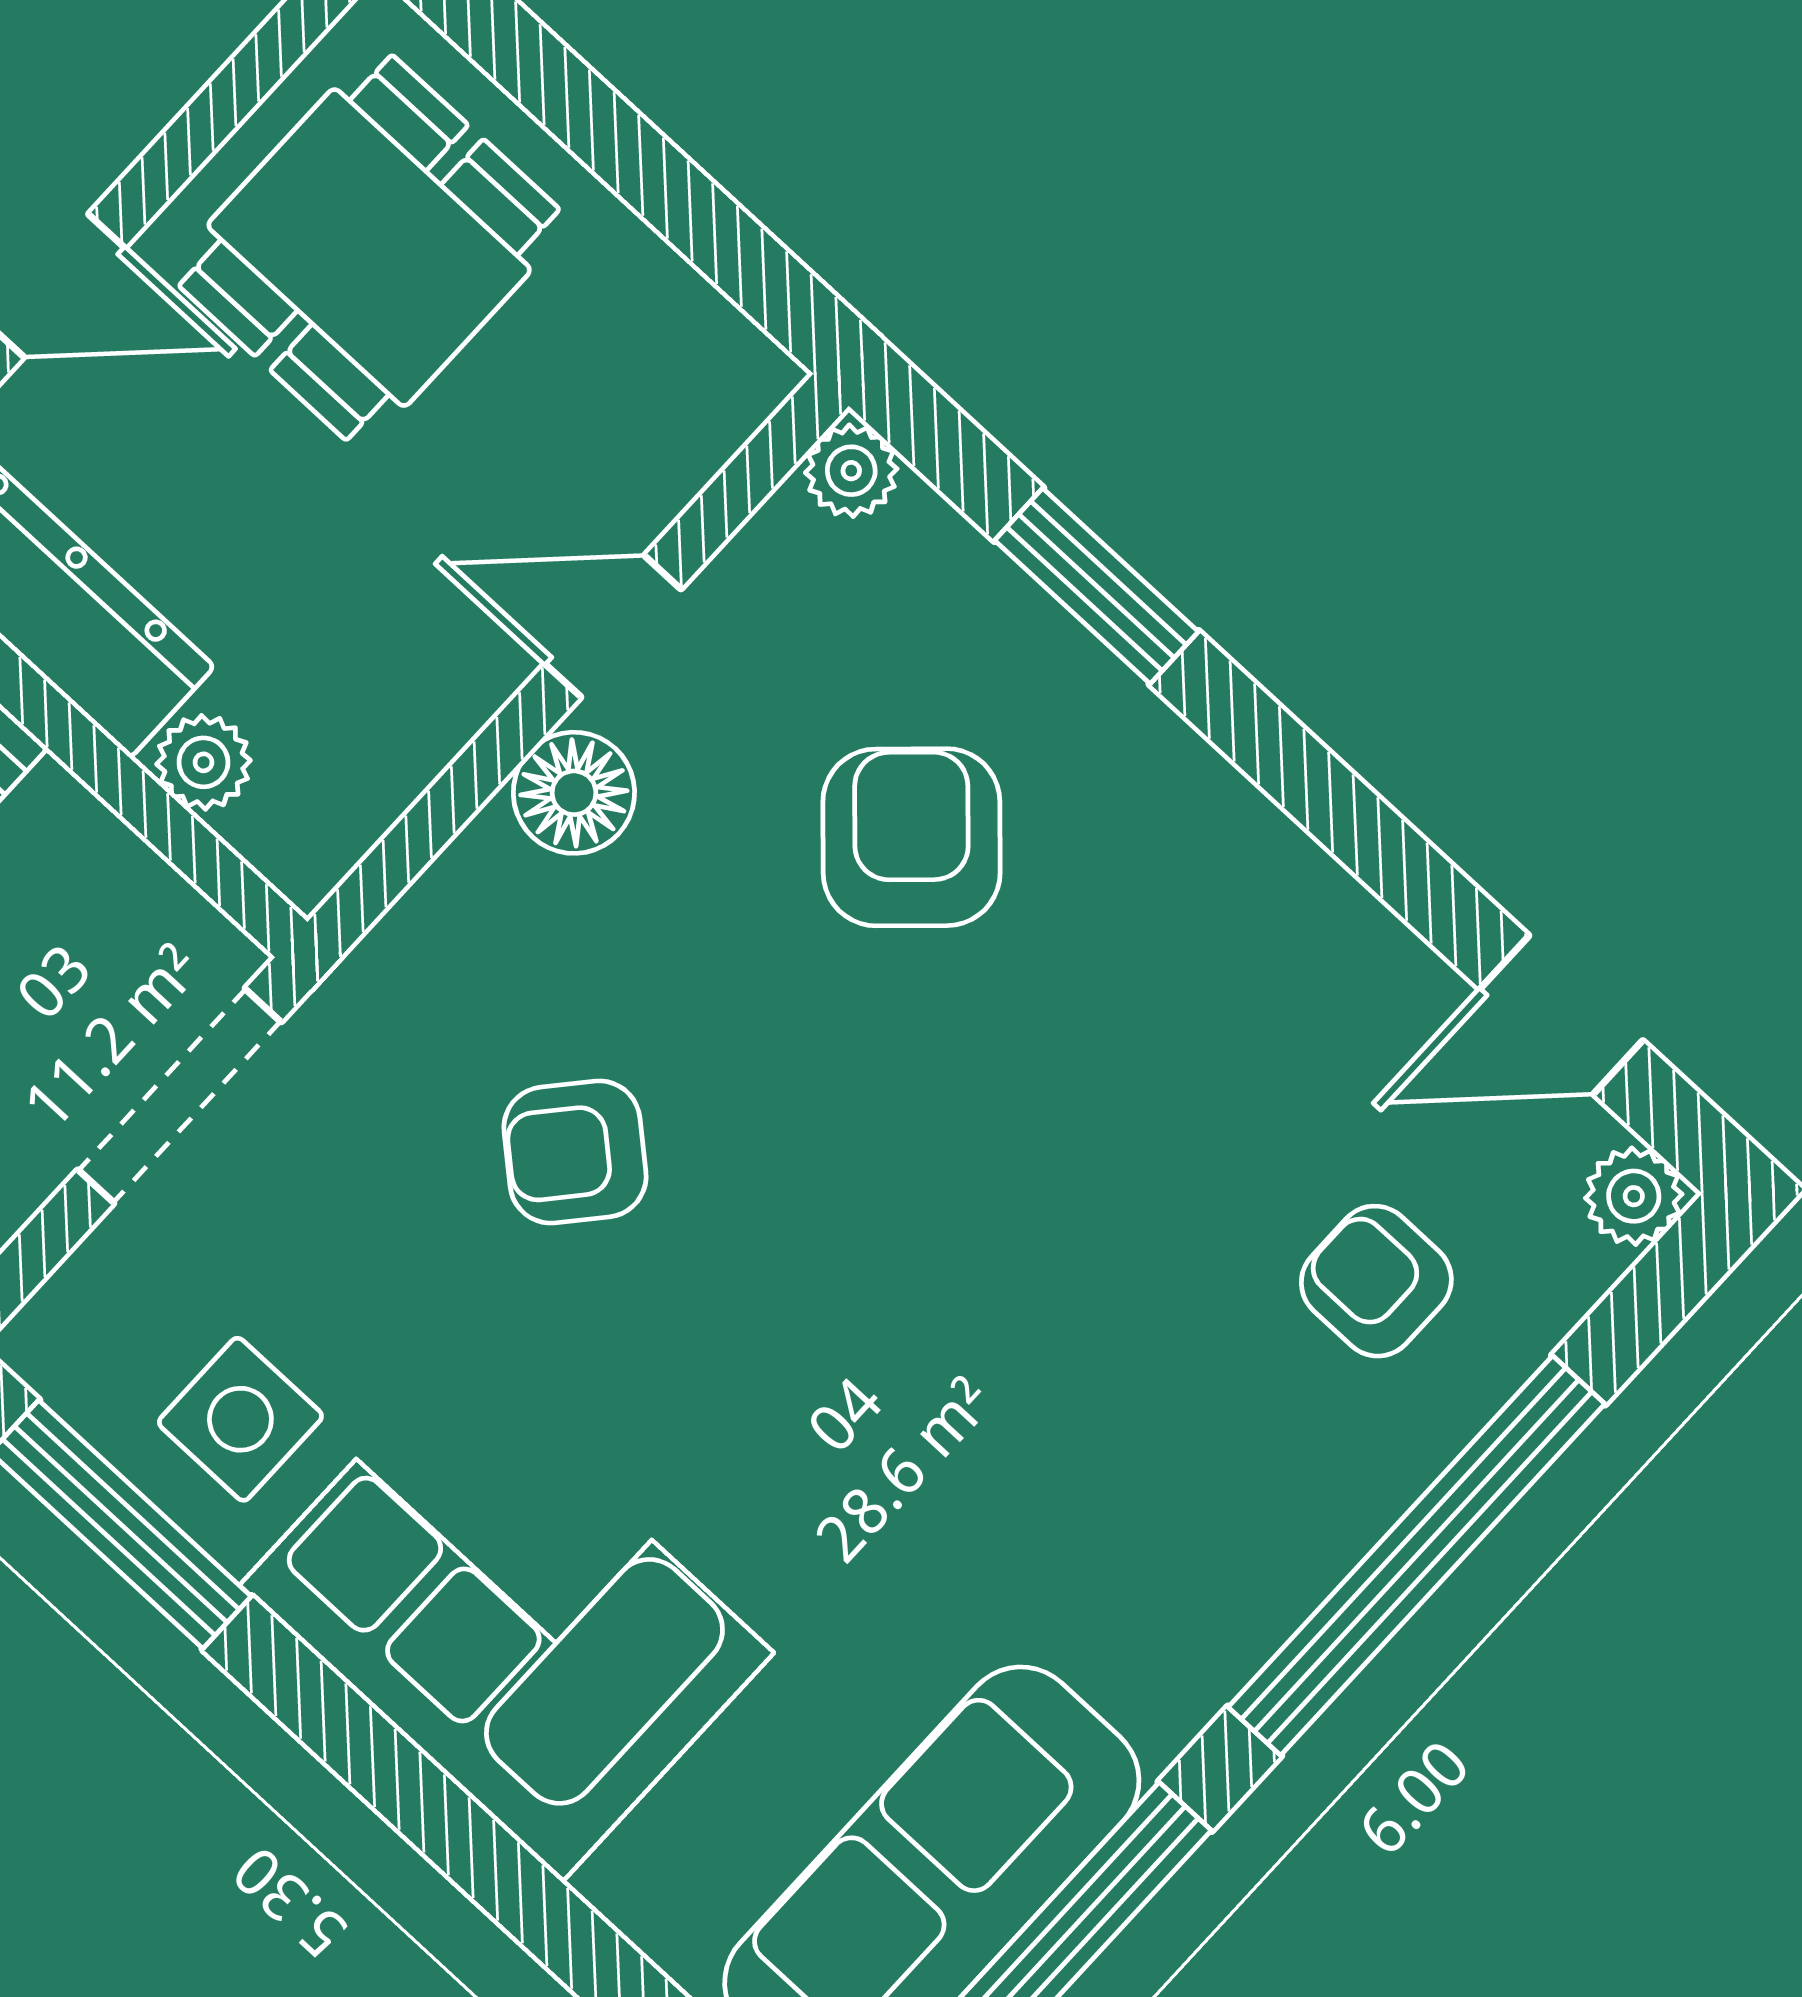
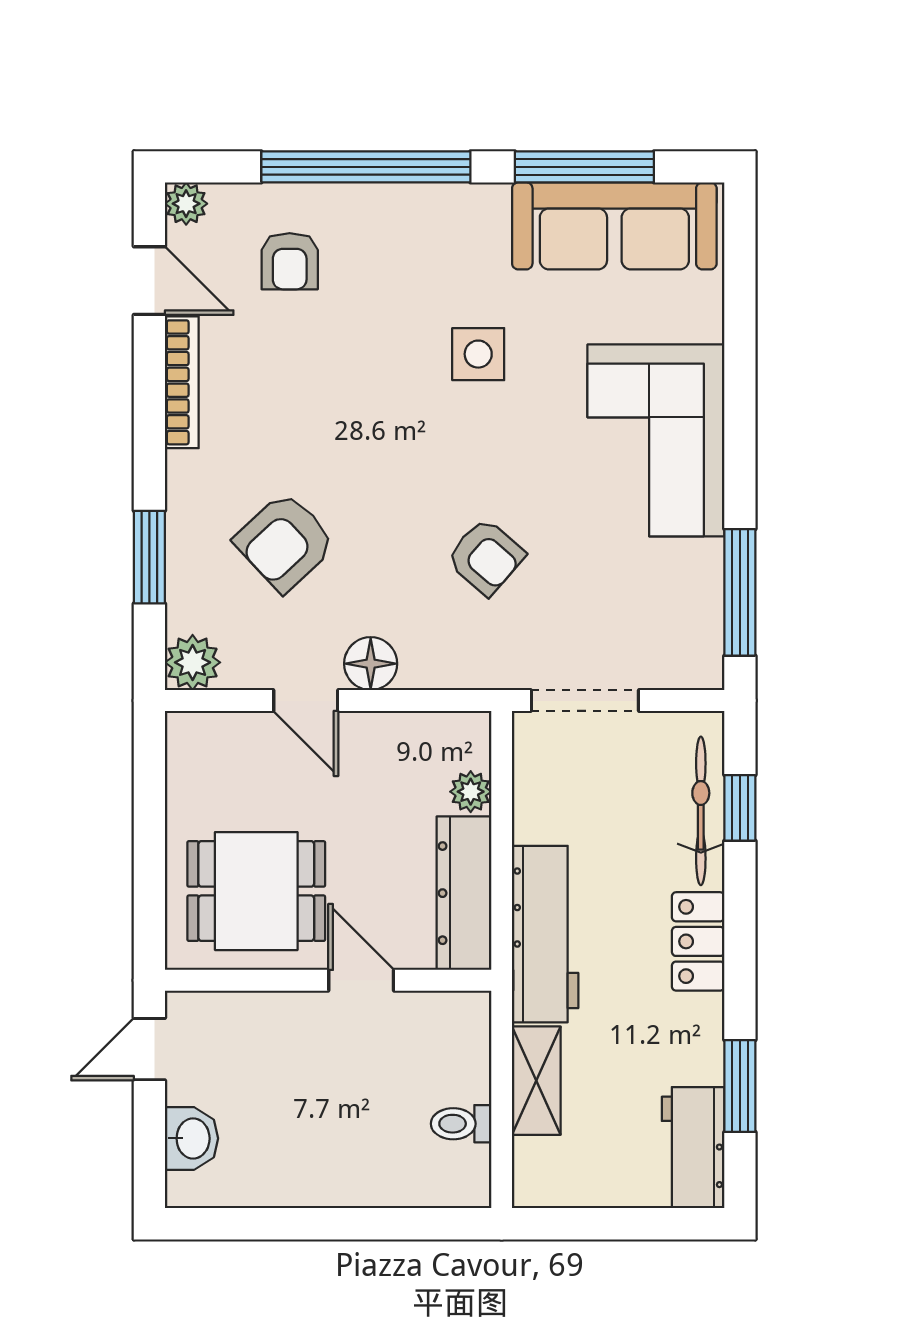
plant: (851, 471) -> (193, 662), width x1.38, depth x1.38
bookcase: (1340, 912) -> (182, 382), added
side table: (240, 1419) -> (478, 354), moved

